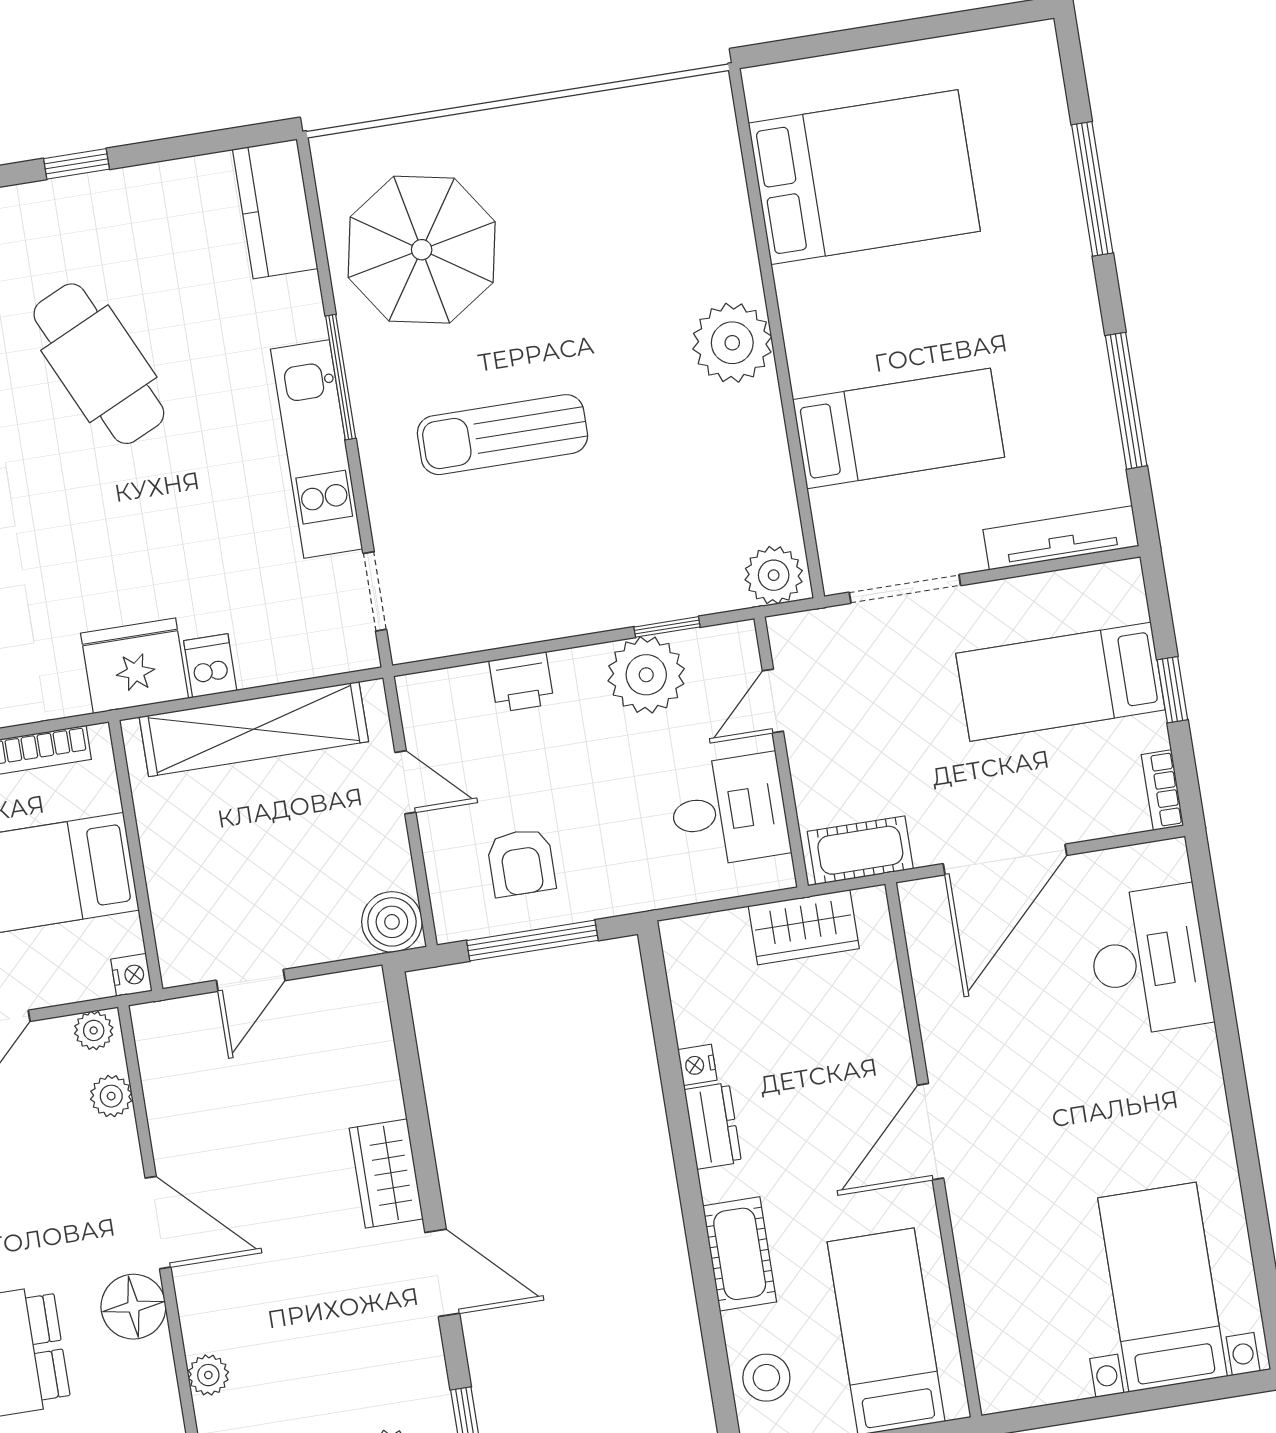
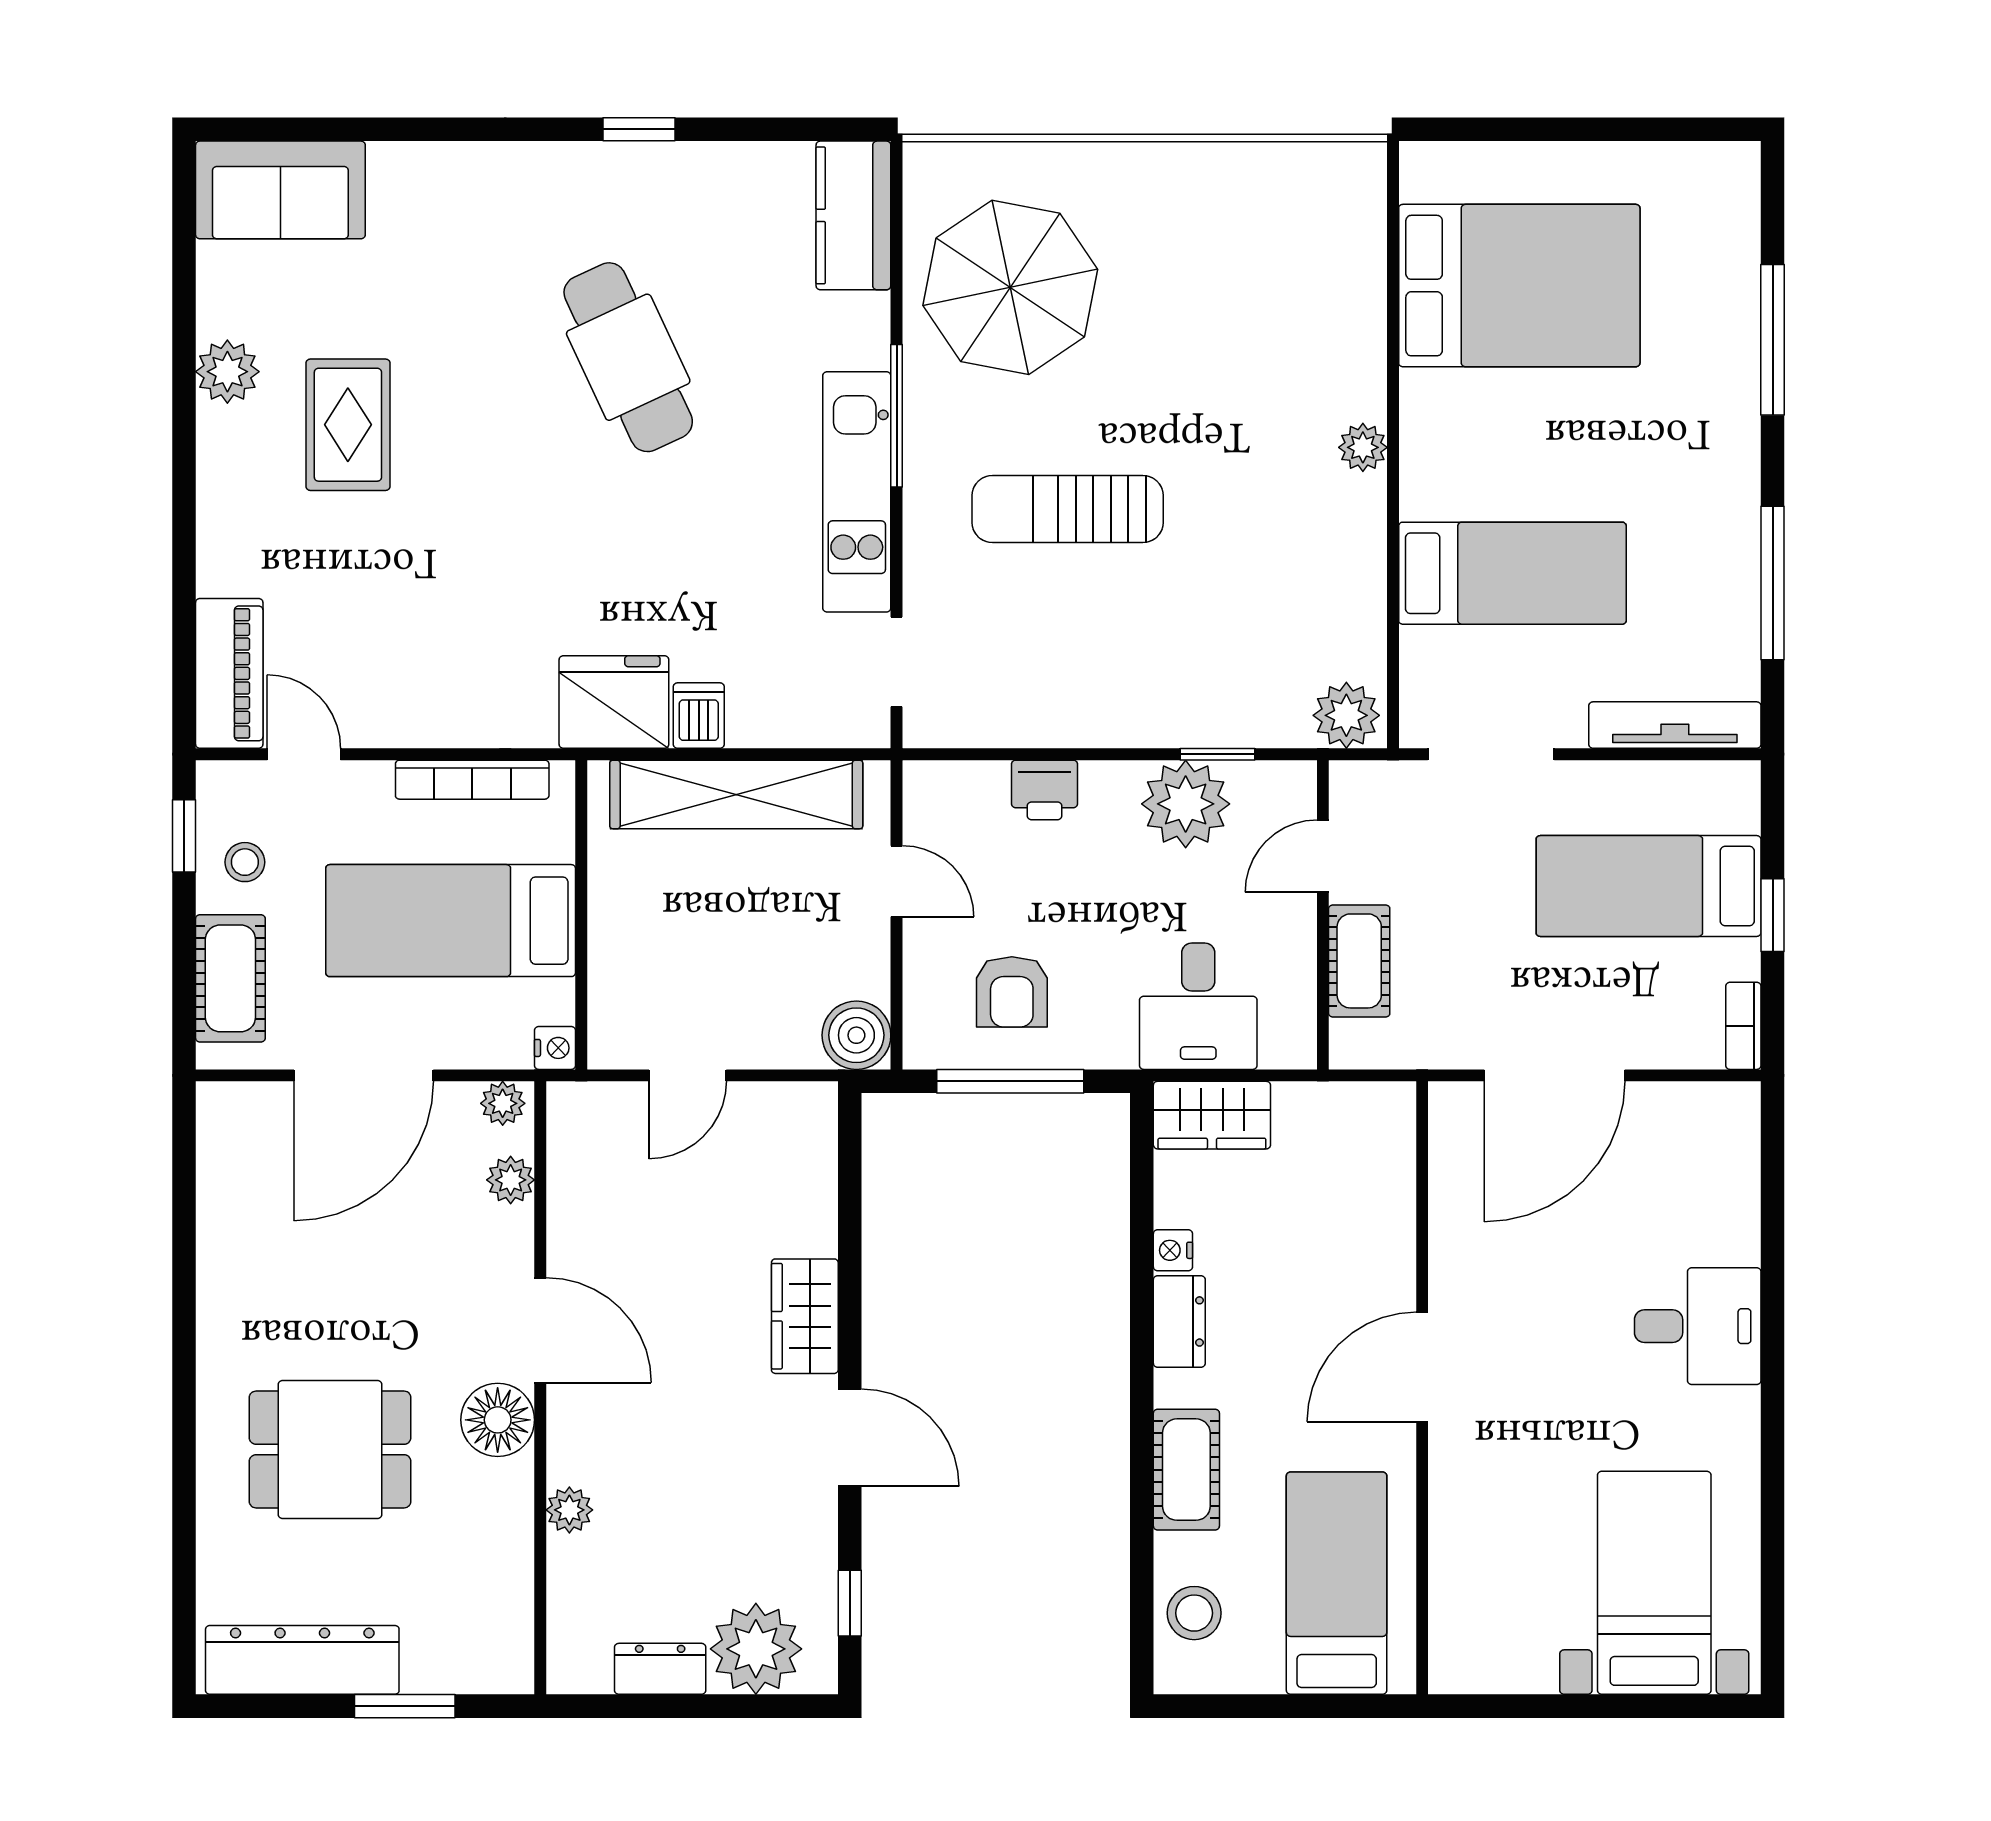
plant: (732, 343) -> (1363, 447), width x0.53, depth x0.53
desk: (729, 810) -> (1198, 1006), moved, turned 90
cot: (860, 850) -> (1359, 961), moved, turned 90
wardrobe: (804, 927) -> (1212, 1115), moved
desk: (1149, 961) -> (1698, 1326), moved, width x0.73

